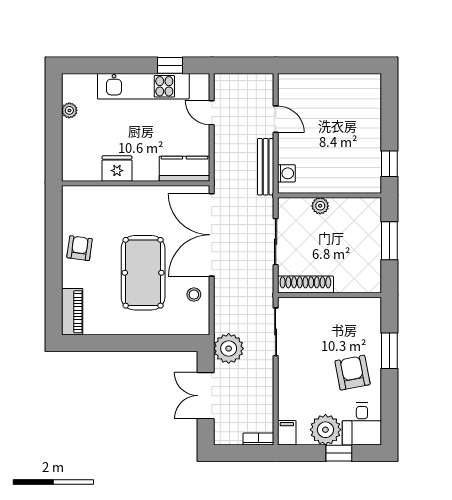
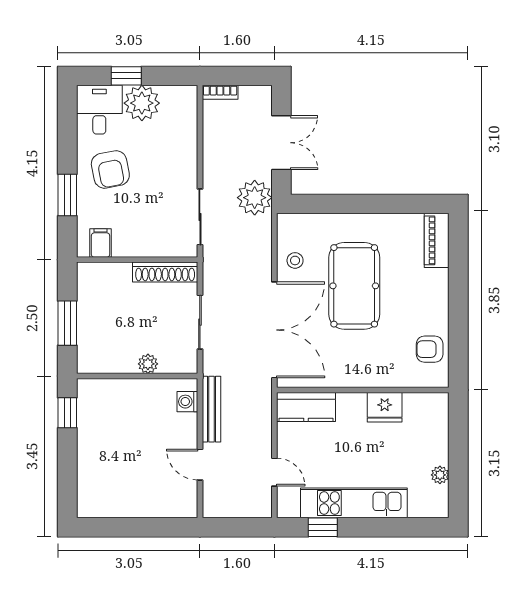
armchair: (80, 248) -> (430, 349), moved, turned 82
filing cabinet: (287, 433) -> (101, 243), moved, turned 180

